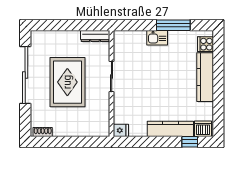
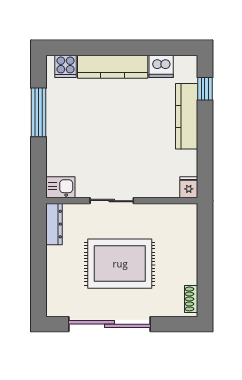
kitchen sink: (157, 38) -> (60, 187), moved, turned -90
dishwasher: (203, 129) -> (161, 66), moved, turned -90

